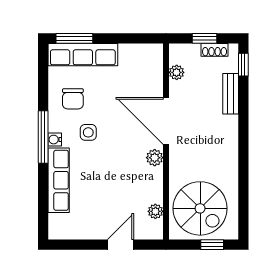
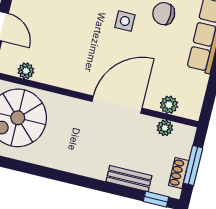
window: (205, 38) -> (193, 166), width x1.50
plant: (155, 158) -> (169, 105), moved

